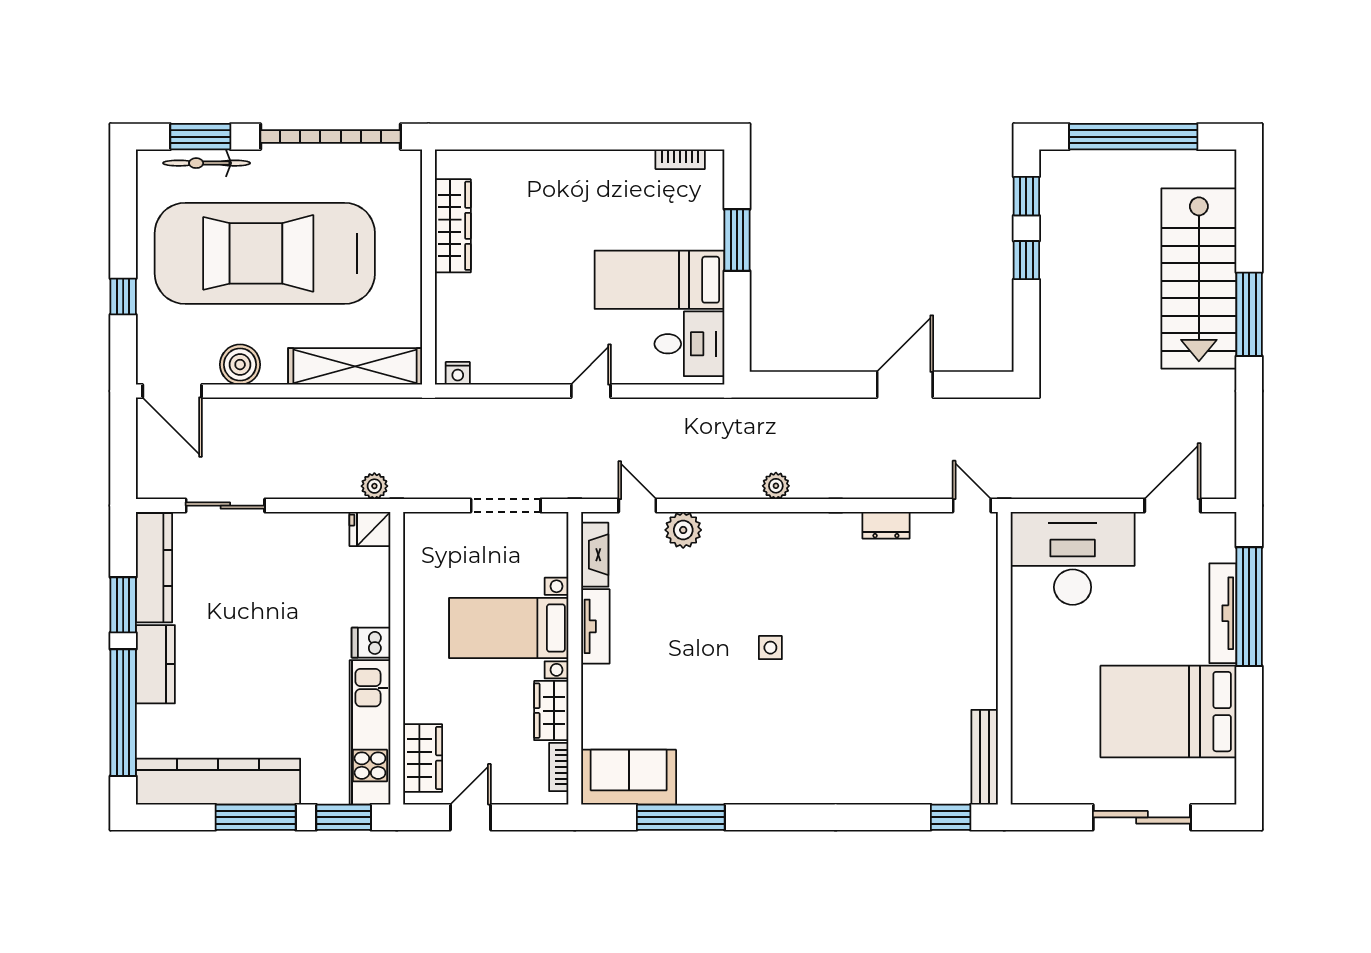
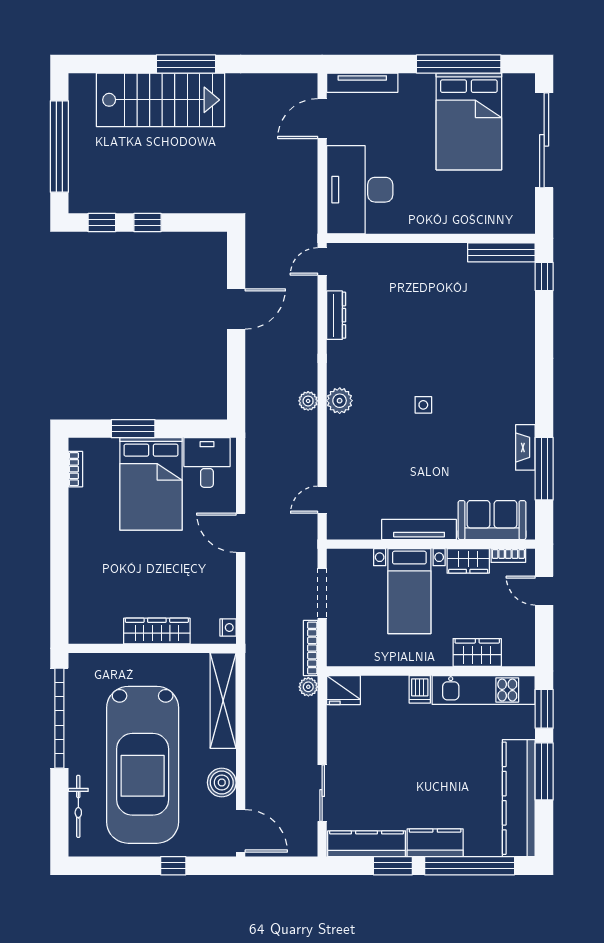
window: (200, 137) -> (59, 811), removed
wardrobe: (453, 226) -> (157, 631), moved
bed: (659, 280) -> (151, 484), width x1.50
door: (905, 385) -> (236, 309), swing flipped
door: (172, 391) -> (241, 831), hinge flipped
door: (591, 391) -> (241, 533), width x1.38
bookcase: (429, 489) -> (311, 648), added
door: (1173, 506) -> (322, 119), hinge flipped
dresser: (886, 525) -> (336, 315), width x1.44
fridge: (370, 529) -> (344, 690), width x1.38
plant: (683, 530) -> (340, 401), moved
fireplace: (595, 555) -> (525, 447), moved, turned -90
window: (1249, 607) -> (459, 64), moved
tv unit: (1223, 613) -> (362, 83), moved
tv unit: (595, 626) -> (419, 530), width x1.41
wardrobe: (423, 758) -> (477, 653), moved
sofa: (629, 777) -> (492, 520), moved, turned 90
door: (471, 817) -> (544, 591), moved
sliding door: (1142, 817) -> (544, 140), width x1.36

